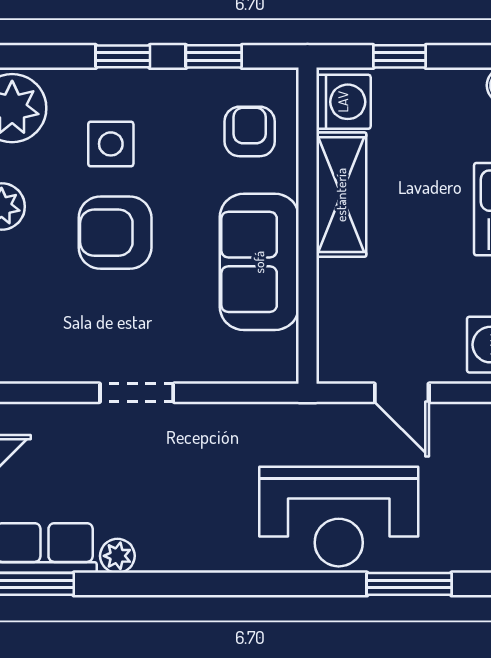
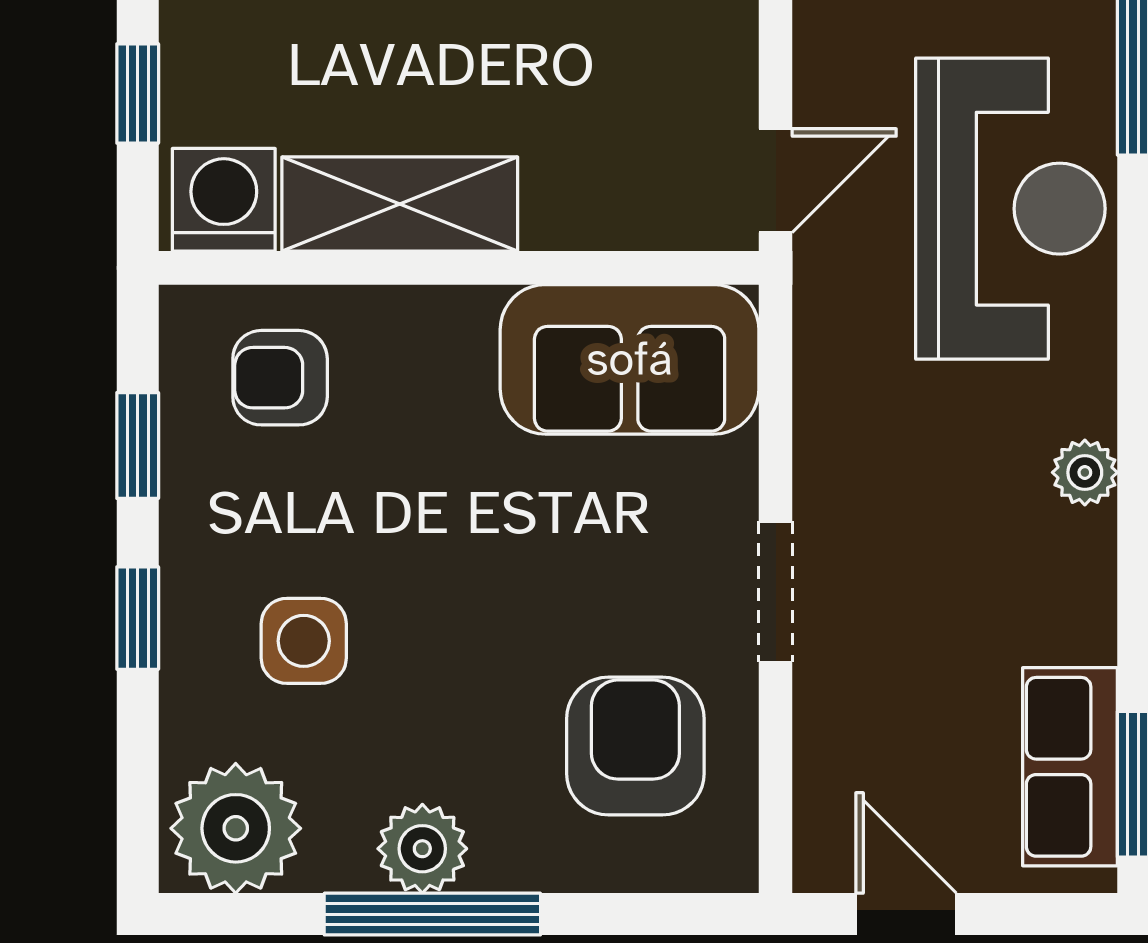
armchair: (115, 233) -> (635, 746), moved, turned 180
sofa: (259, 262) -> (630, 359), moved
door: (402, 393) -> (776, 181), moved
plant: (117, 556) -> (1085, 472), moved

